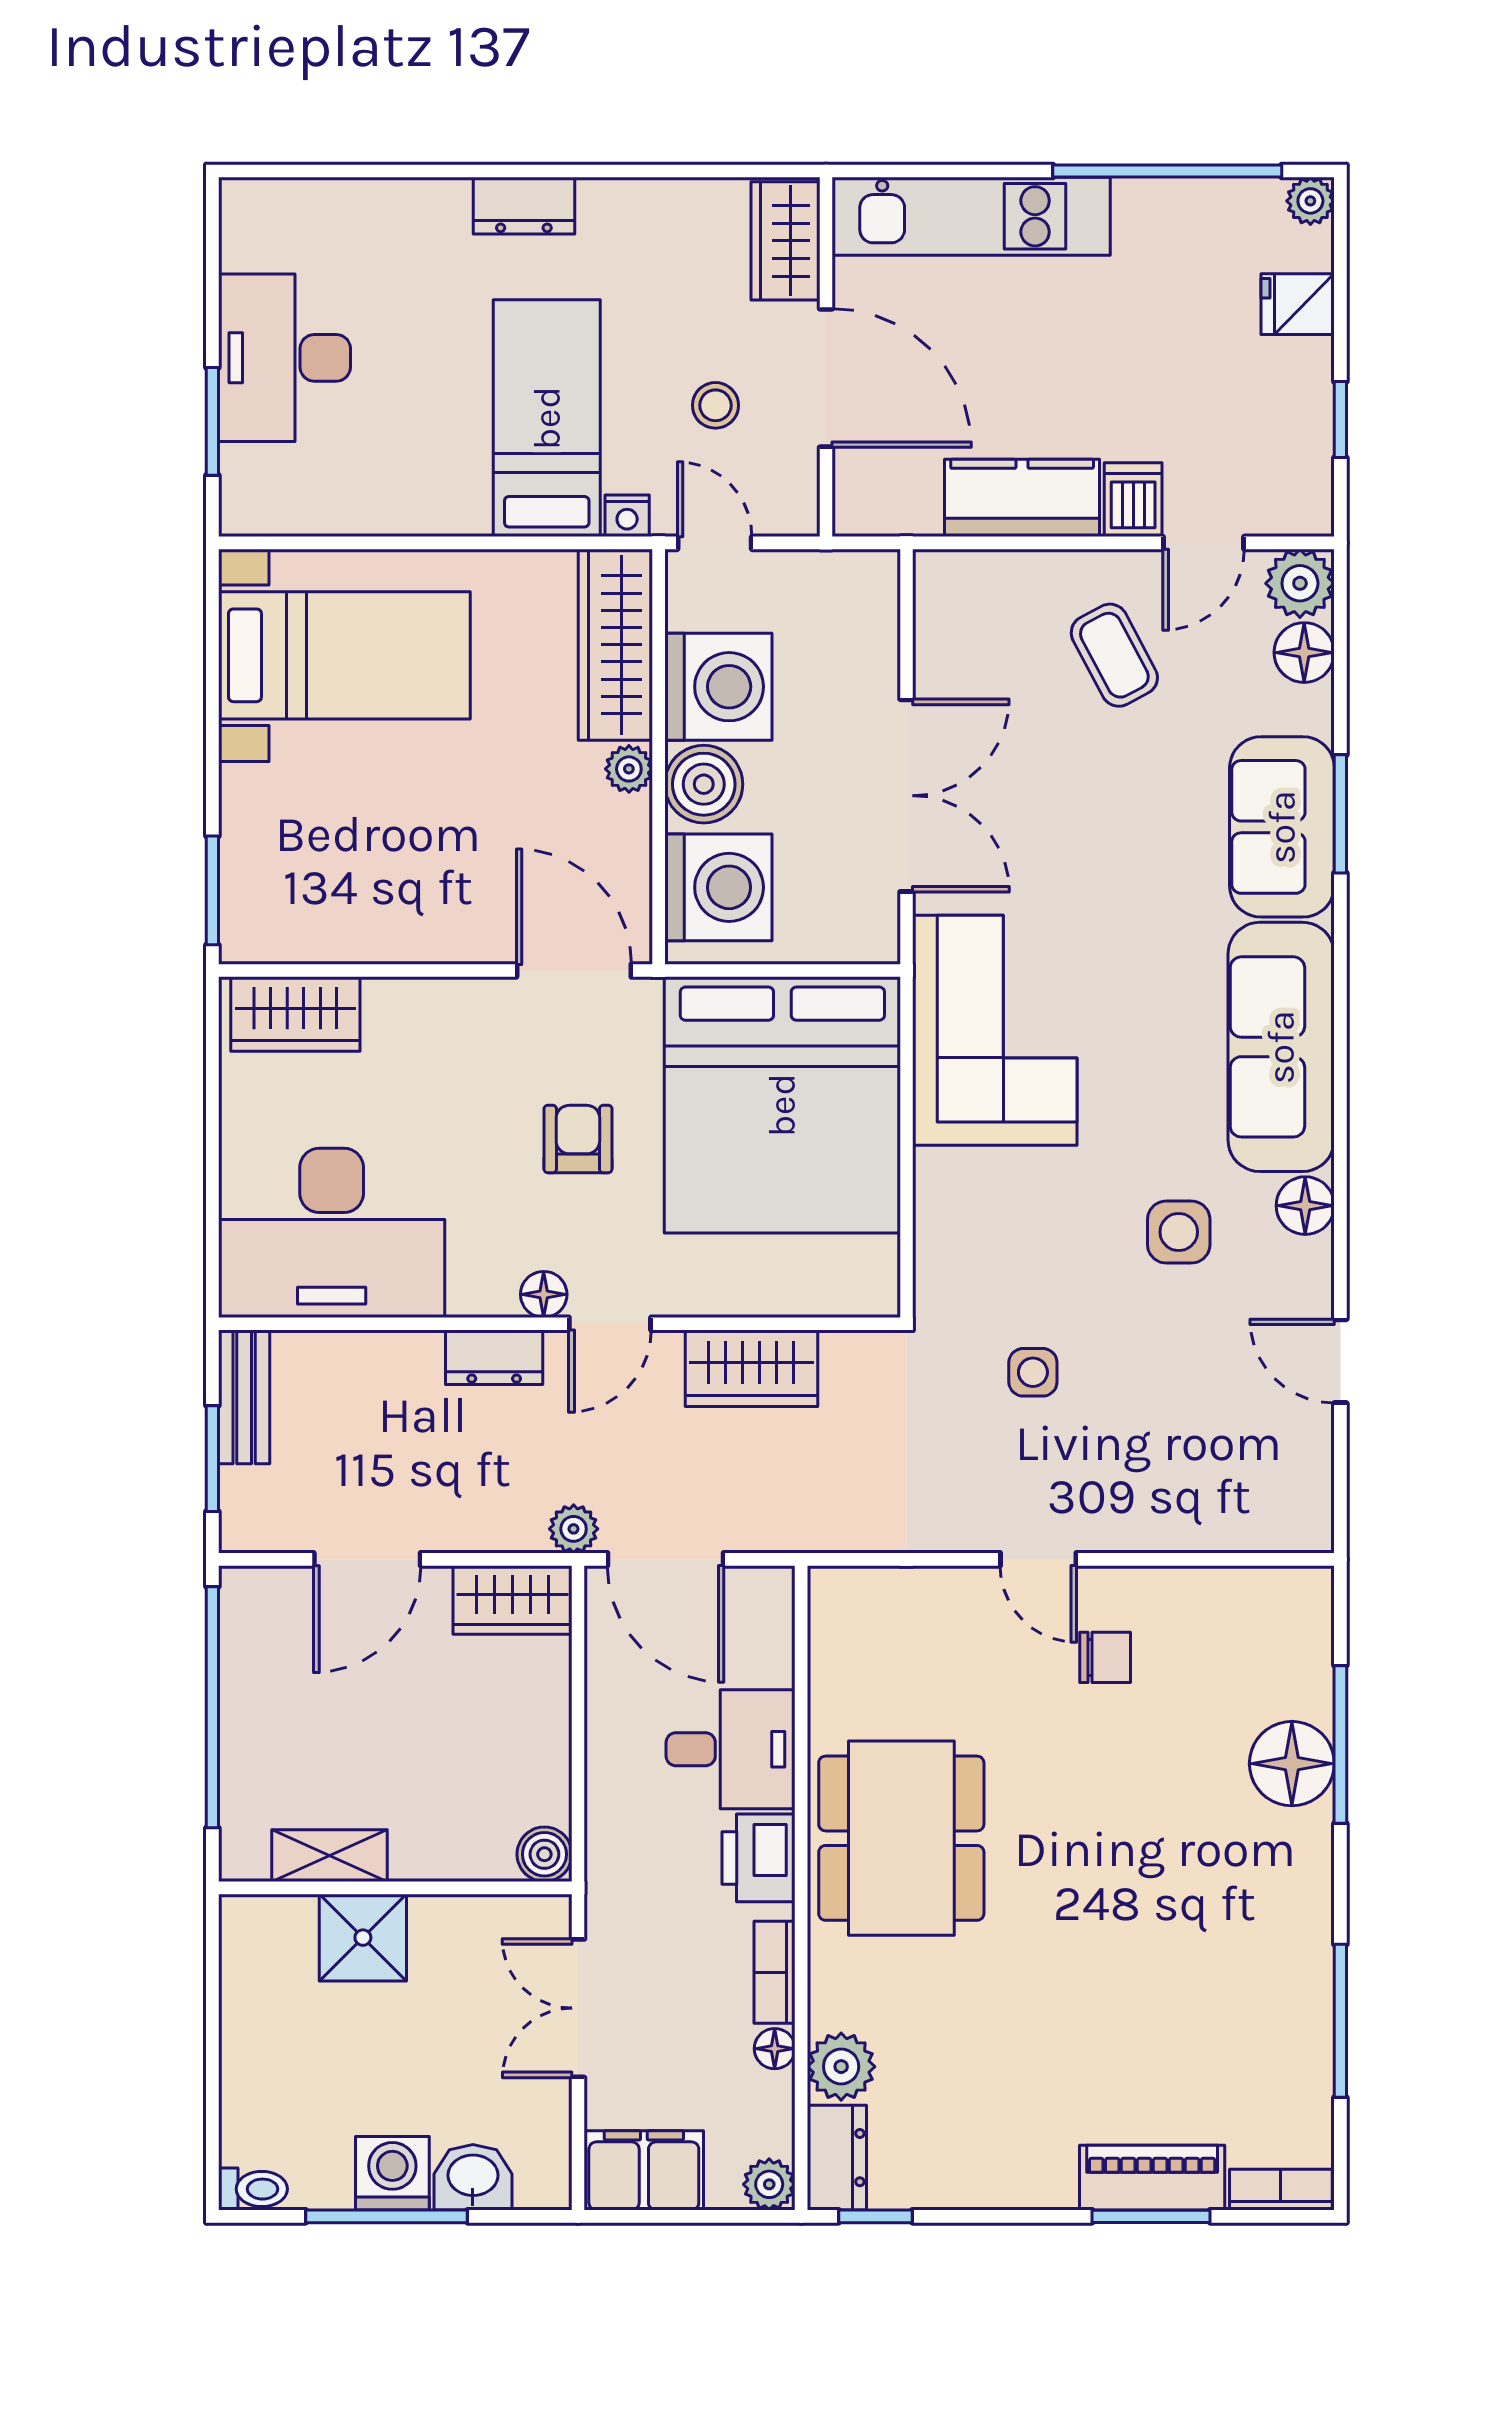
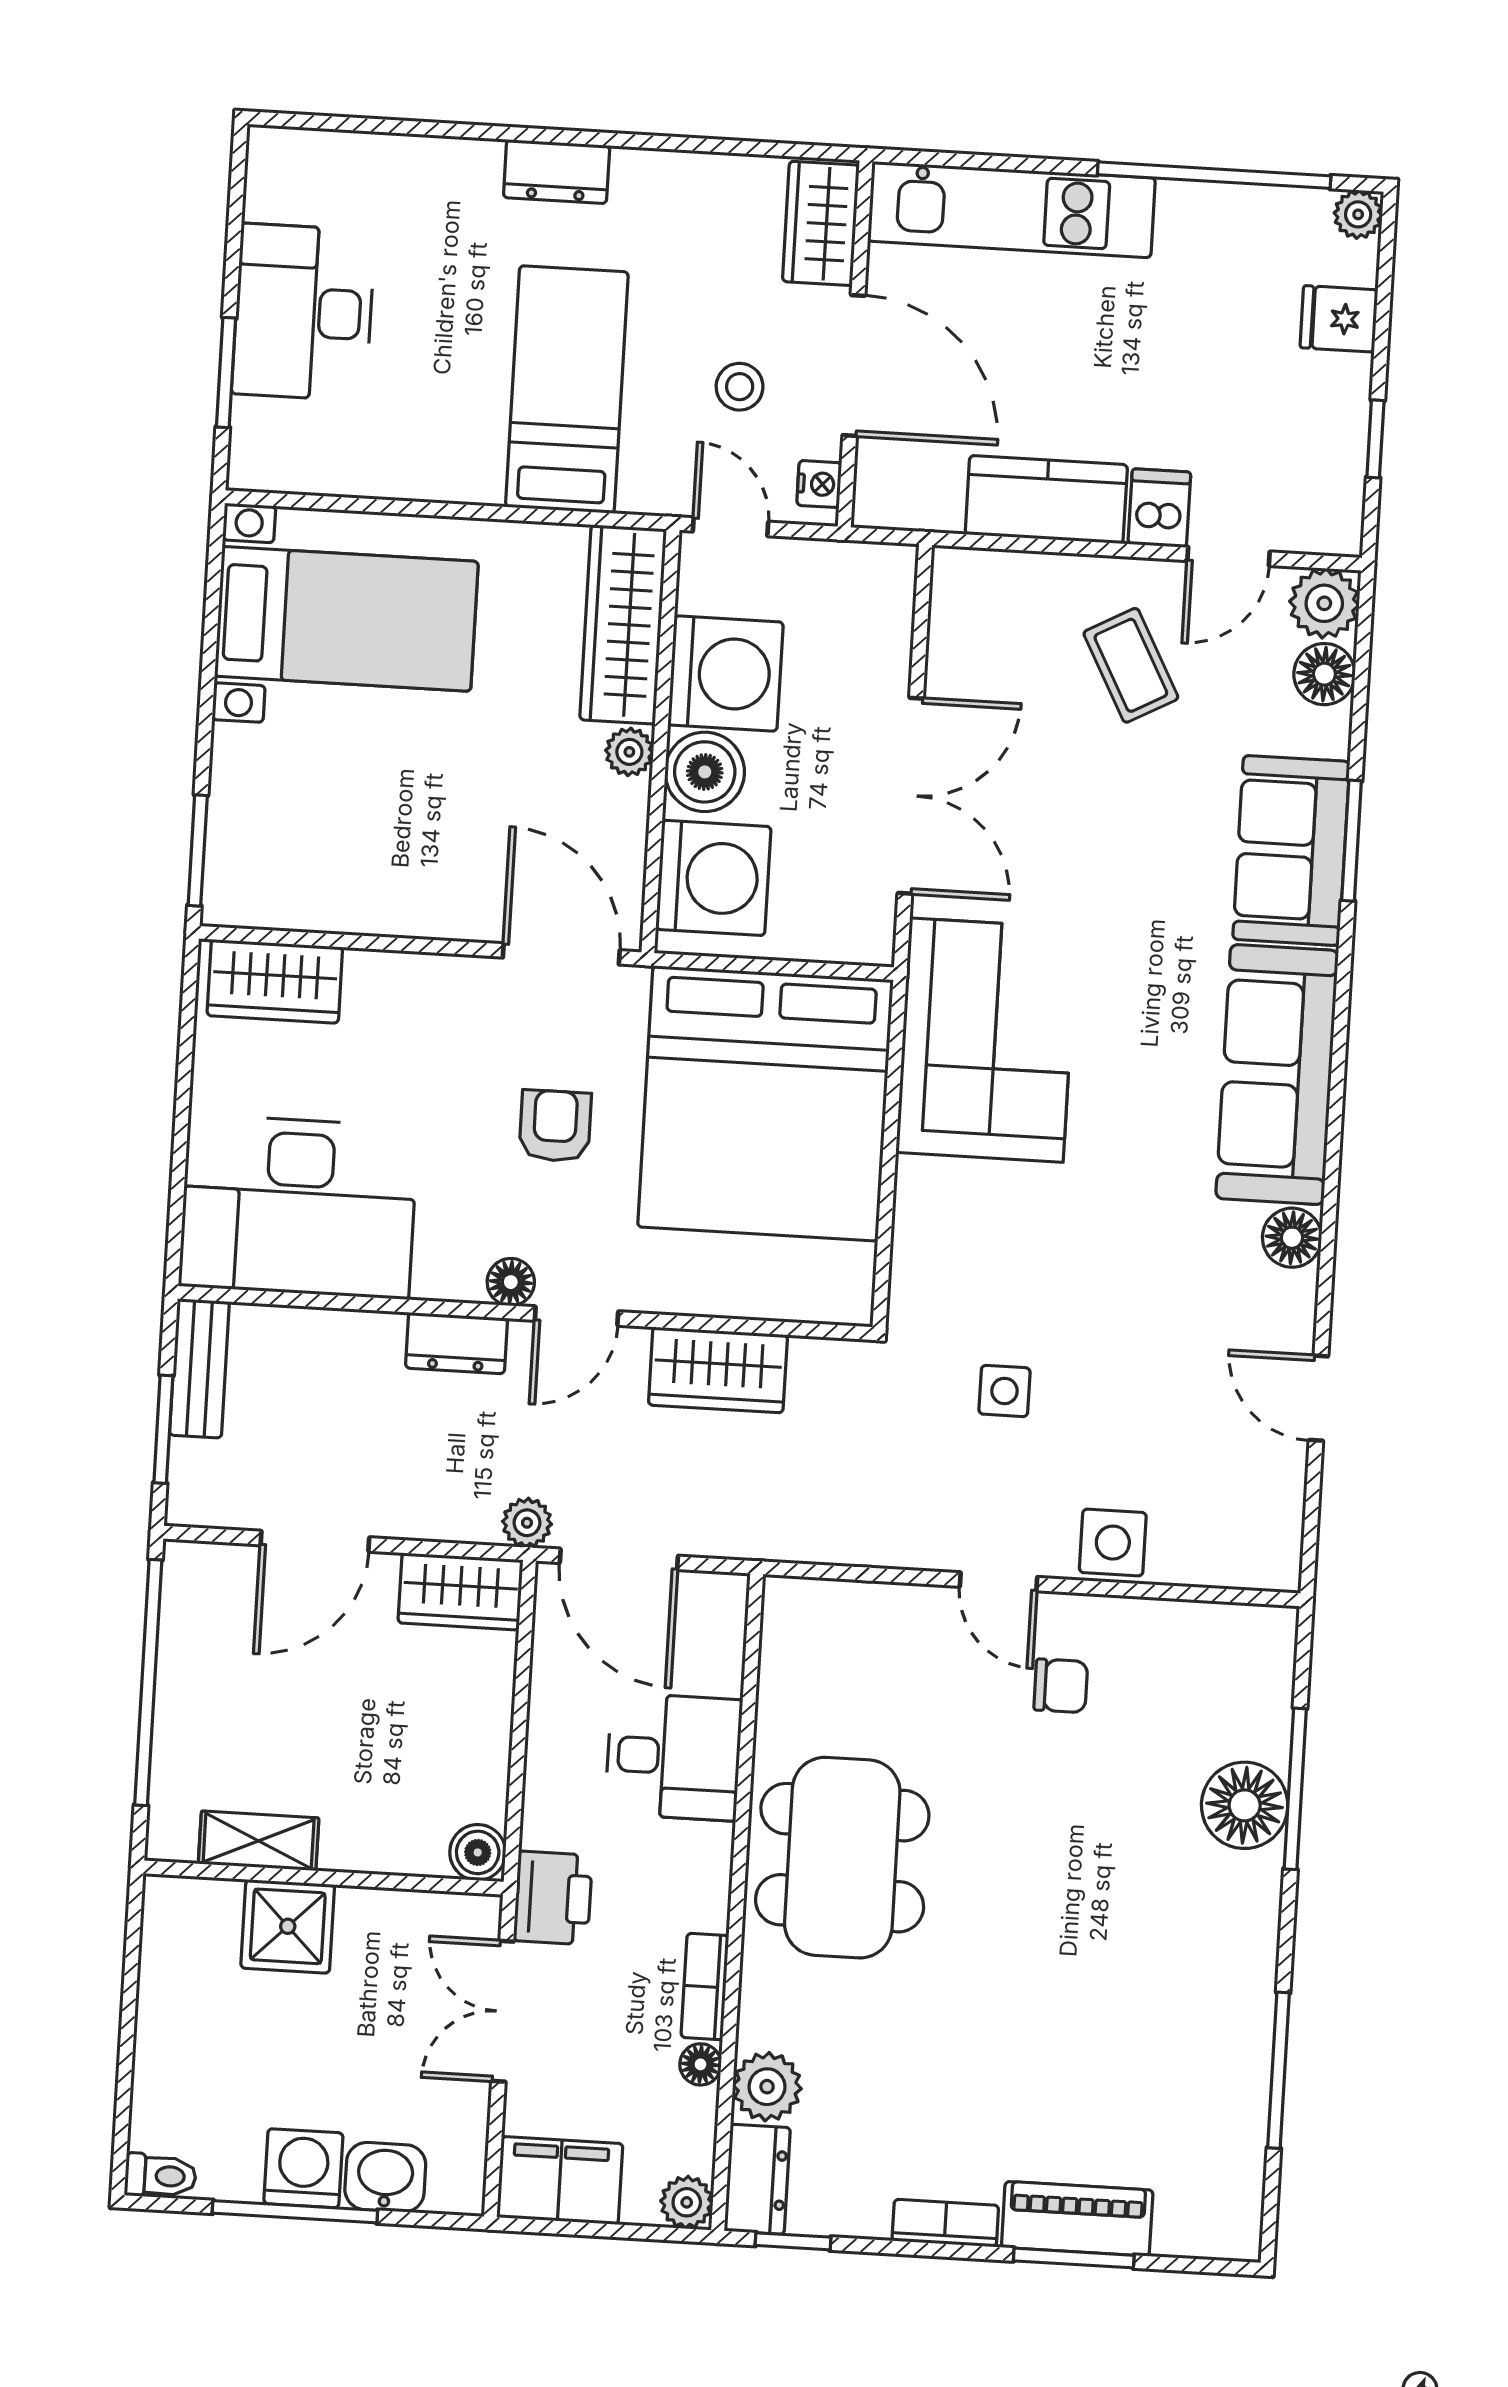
nightstand: (627, 516) -> (819, 484), moved, turned -90
side table: (1179, 1232) -> (1113, 1543), moved
printer: (759, 1858) -> (553, 1898), moved, turned 180
bookcase: (1281, 2190) -> (945, 2223), moved

